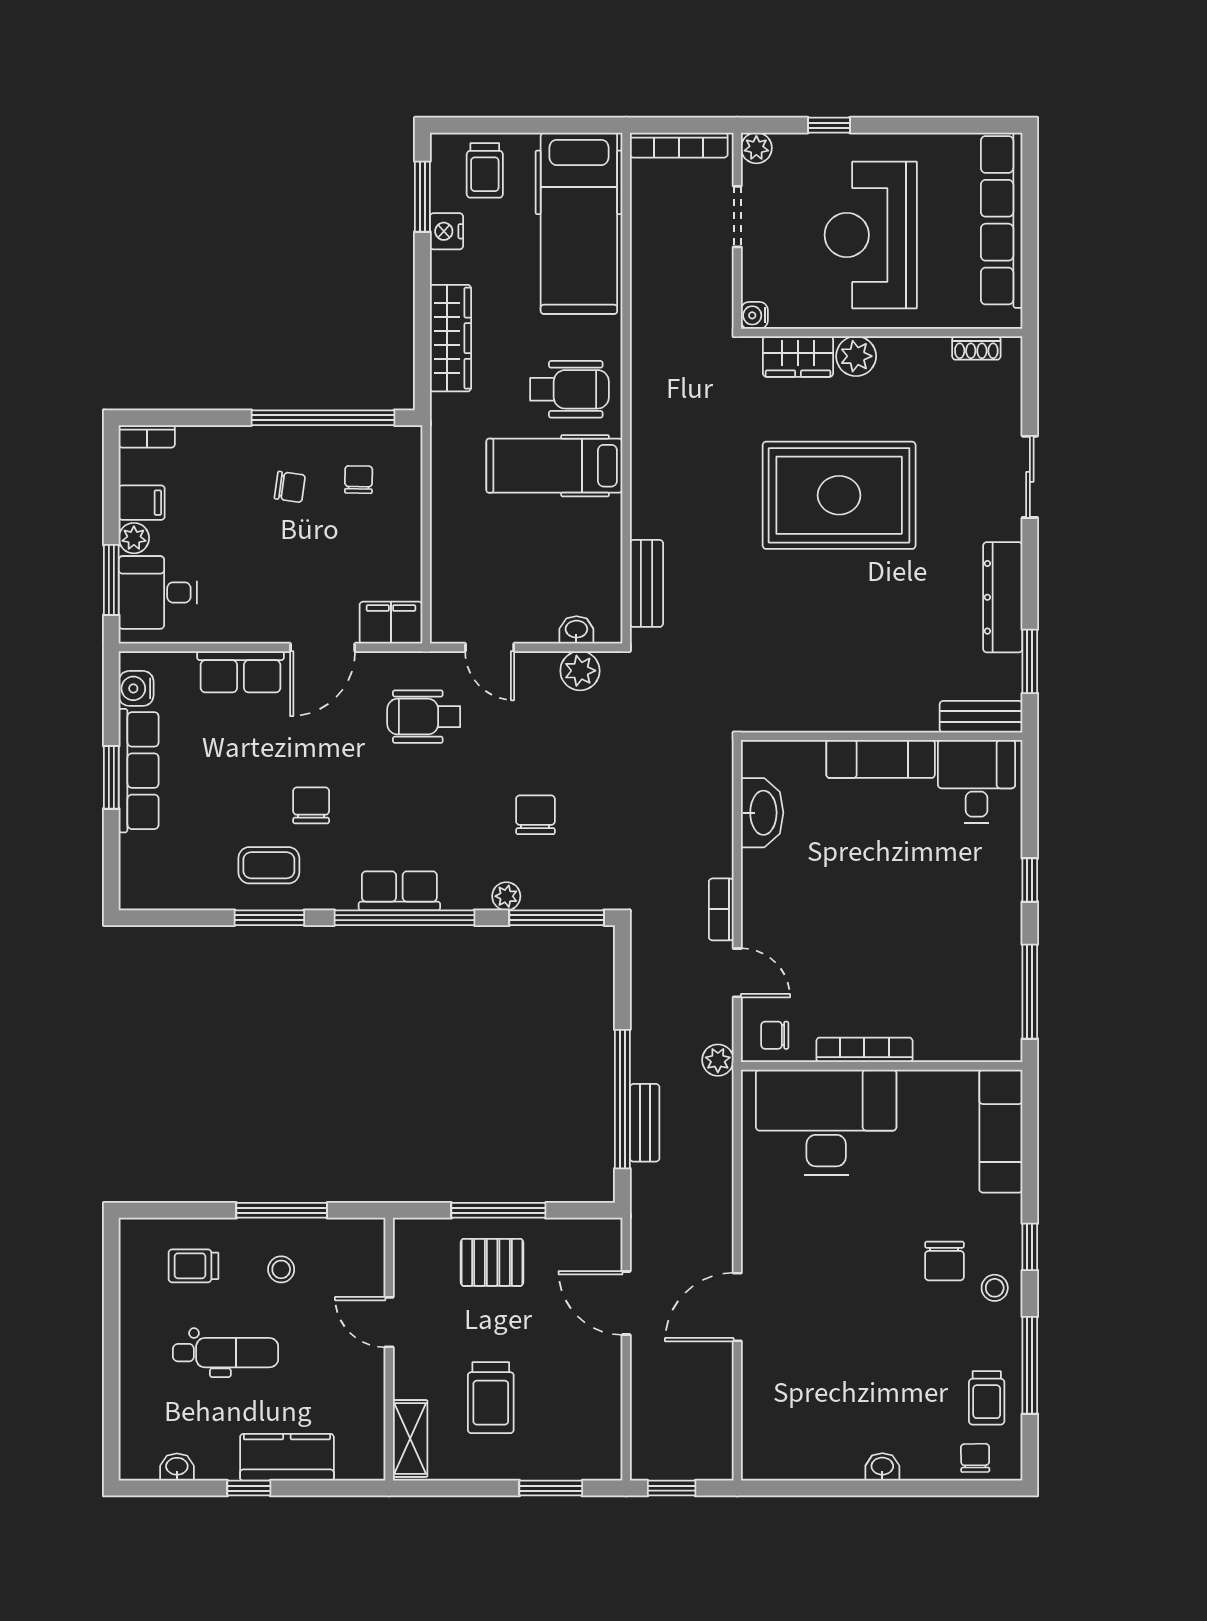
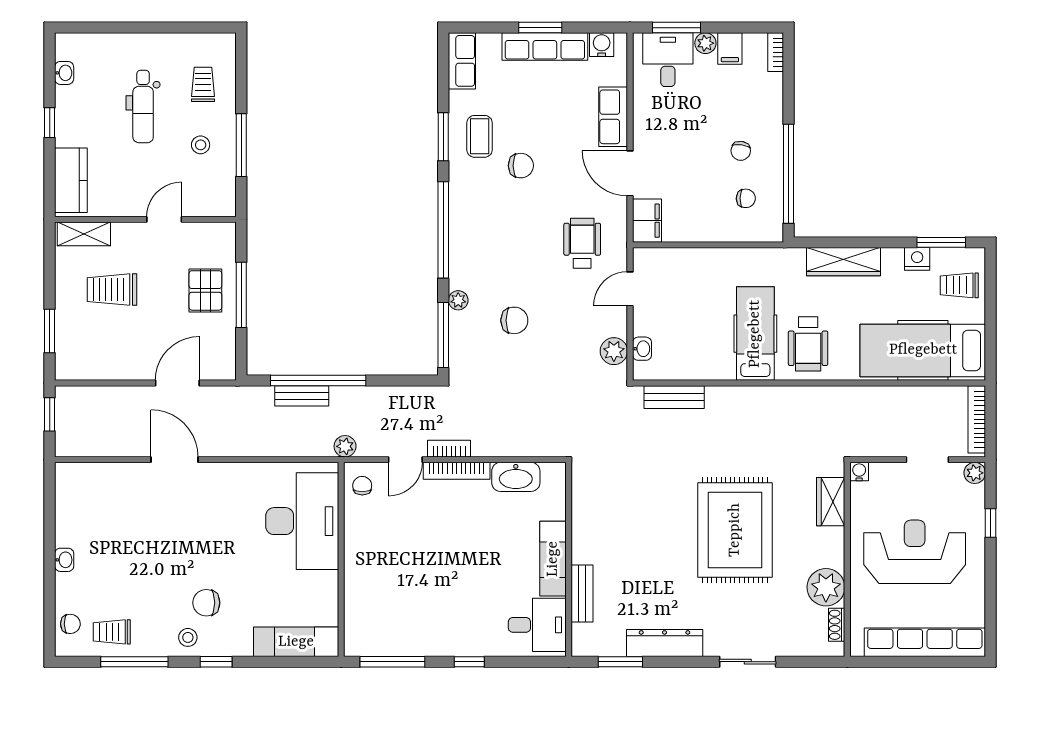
plant: (856, 356) -> (826, 587), moved, width x1.36, depth x1.36
bench: (981, 717) -> (582, 594), moved
row of seats: (399, 891) -> (462, 61), moved
bookcase: (864, 1050) -> (457, 471), moved, turned 90
kitchen counter: (287, 1457) -> (71, 180), moved

